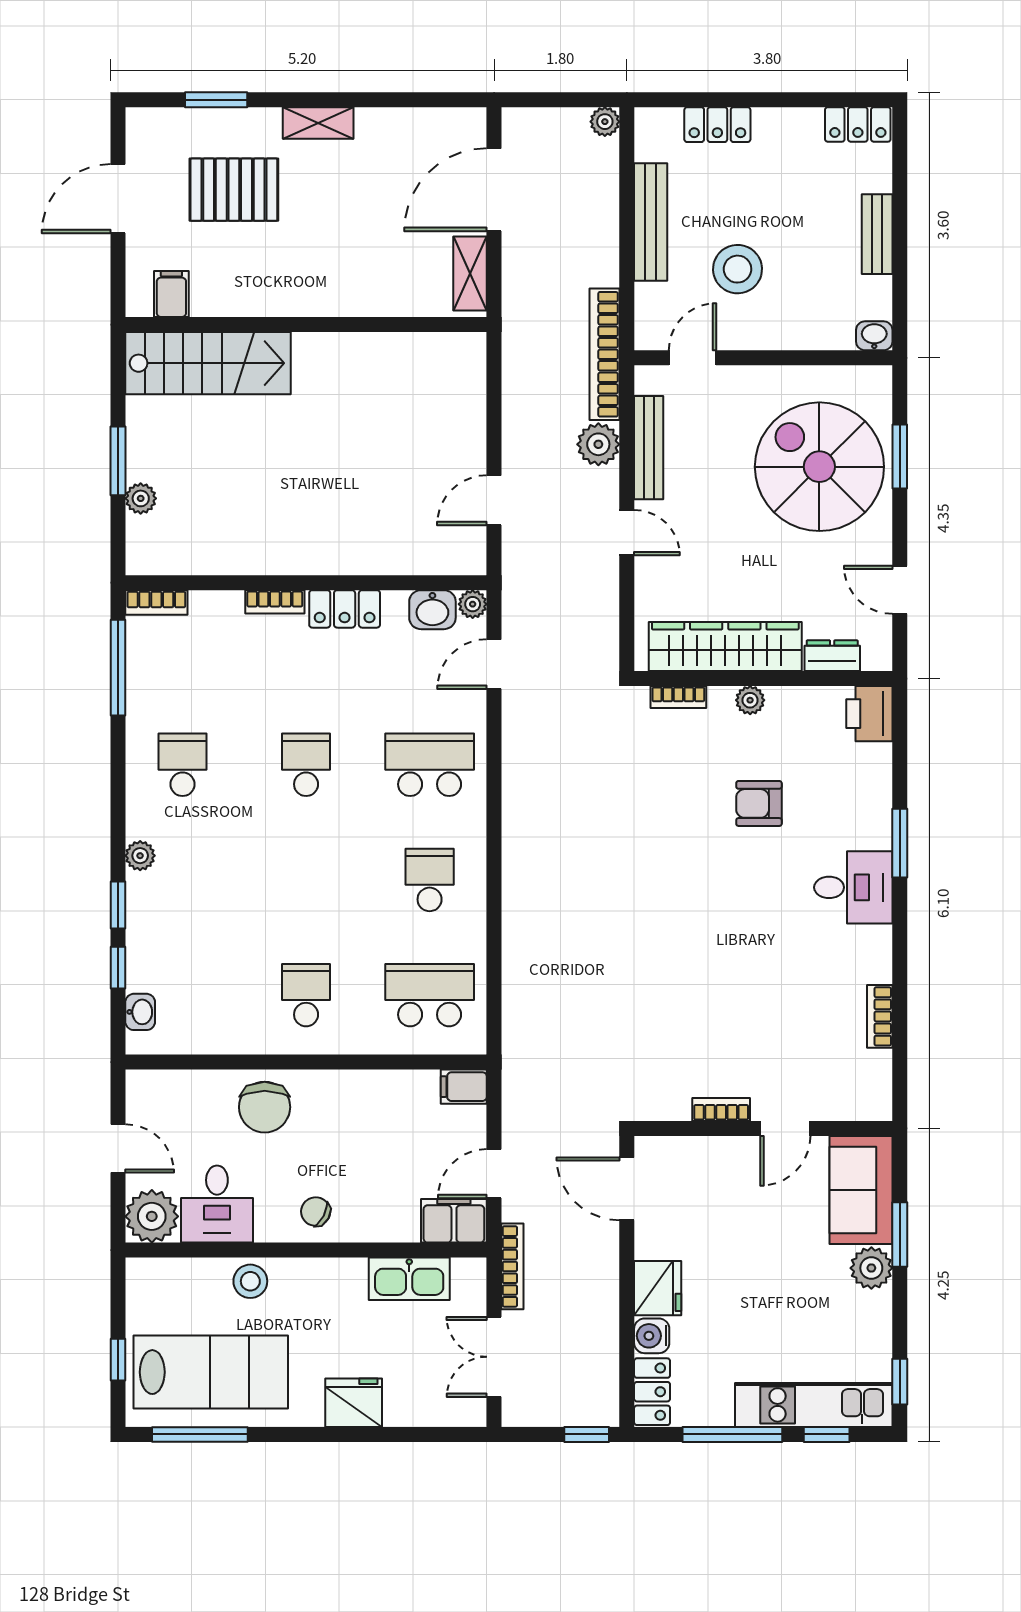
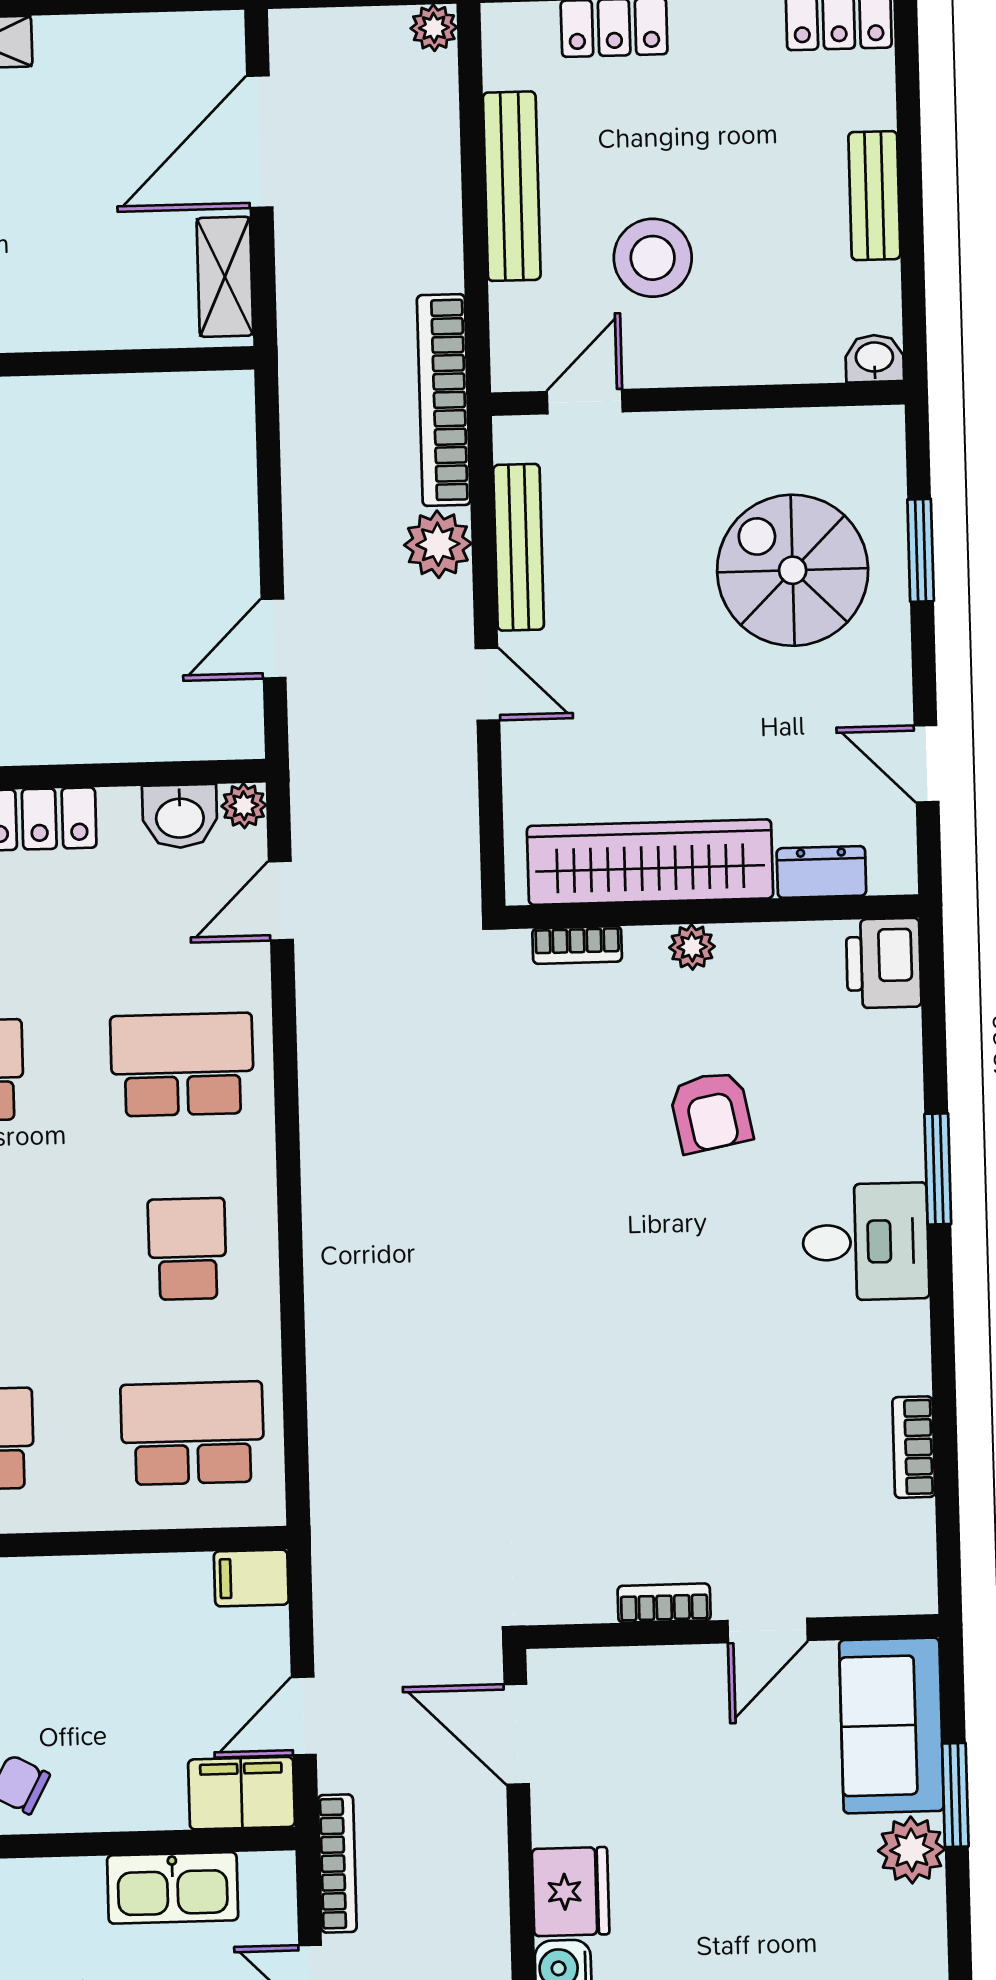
spiral stairs: (819, 467) -> (793, 570), width x0.73, depth x0.73
armchair: (759, 803) -> (711, 1112), turned -101

